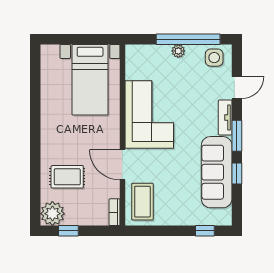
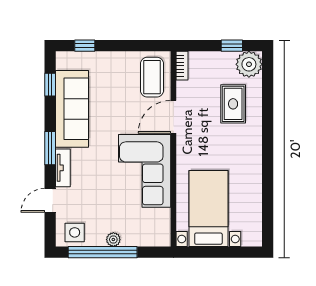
door: (122, 165) -> (173, 117), swing flipped
window: (237, 174) -> (50, 85), moved
rug: (67, 177) -> (233, 104), turned 90

